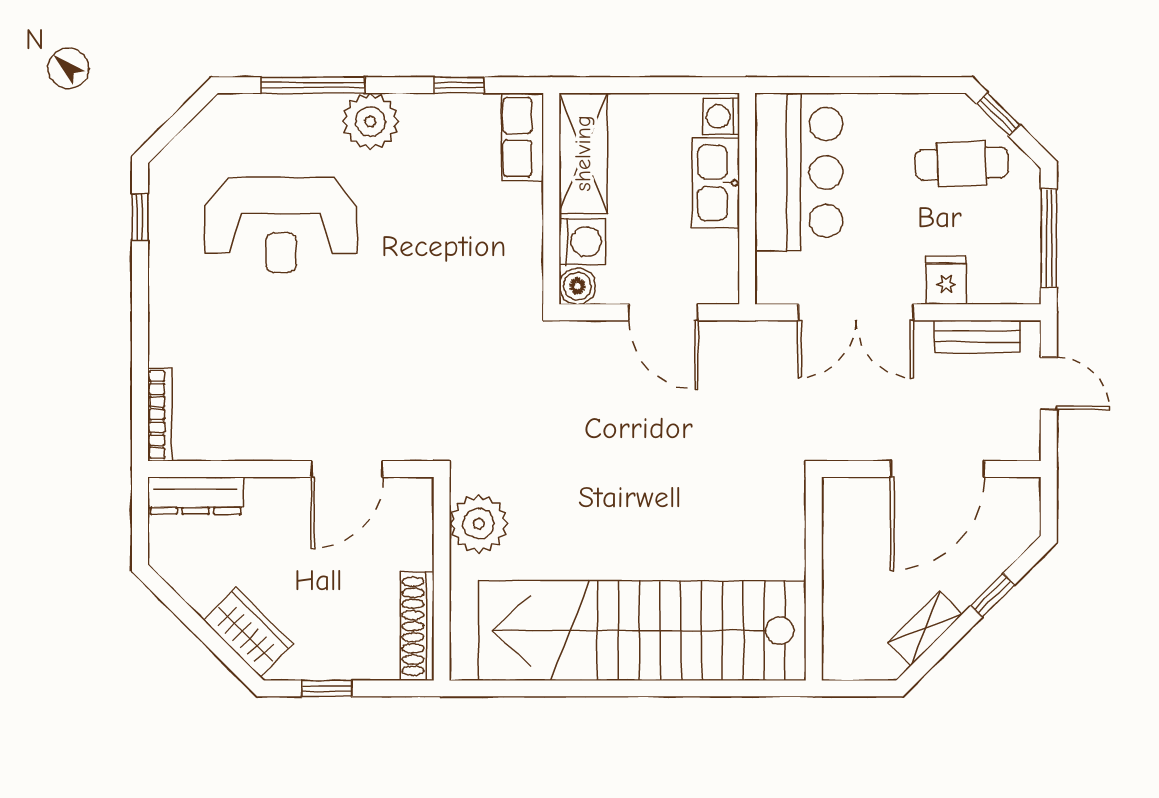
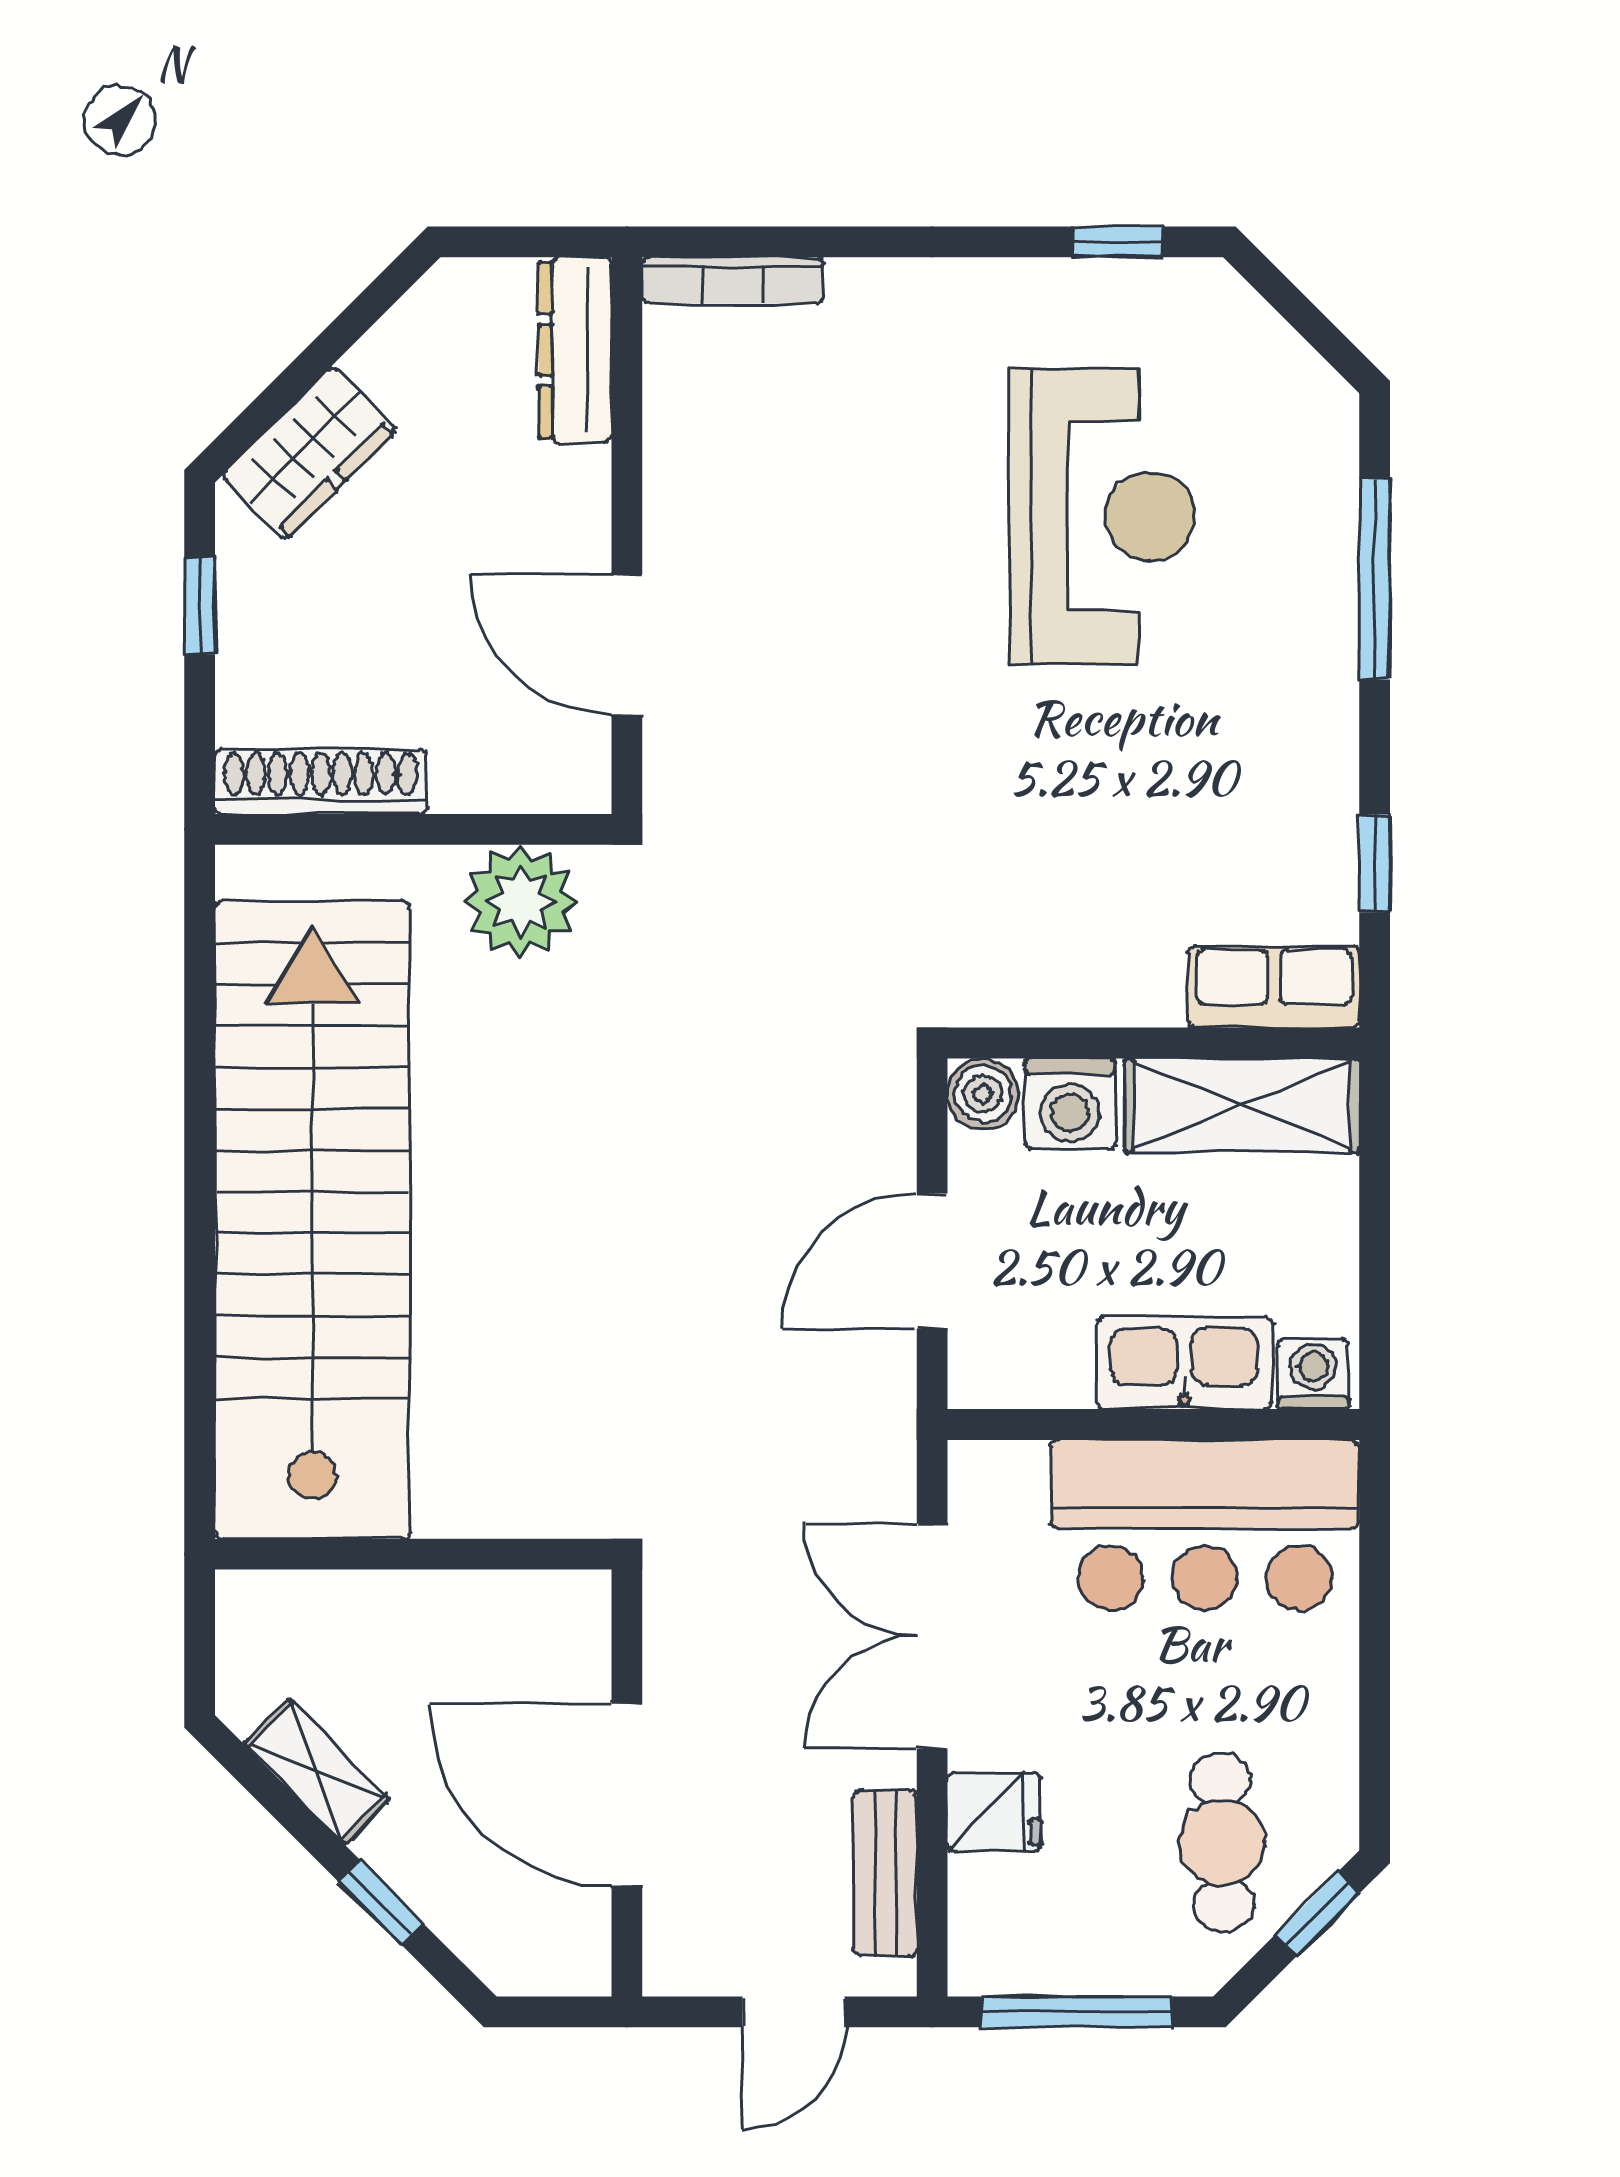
plant: (370, 121) -> (1304, 691), removed
reception desk: (281, 225) -> (1102, 516), turned 180

